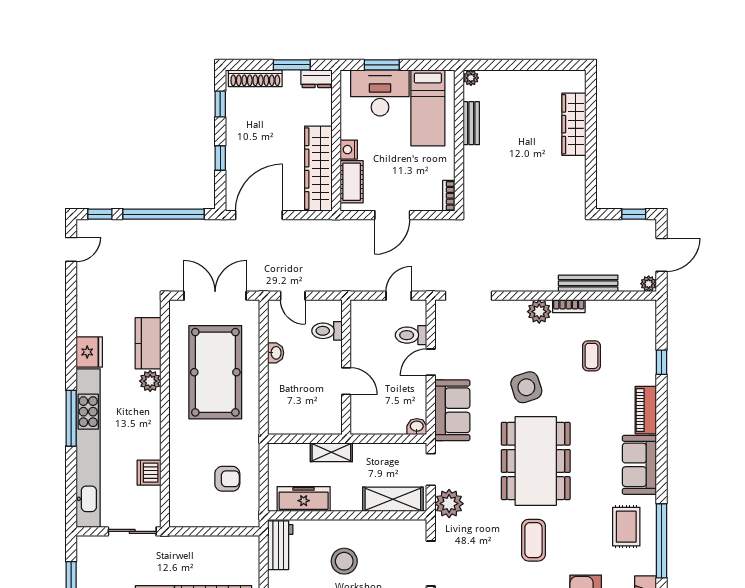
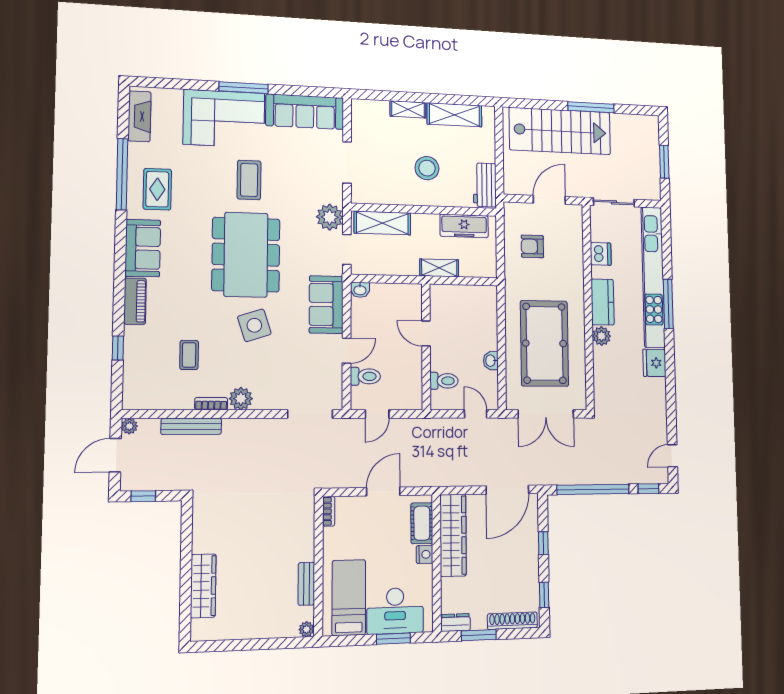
kitchen counter: (148, 343) -> (603, 302), moved
door: (207, 531) -> (549, 200), added

